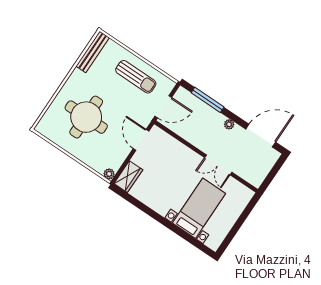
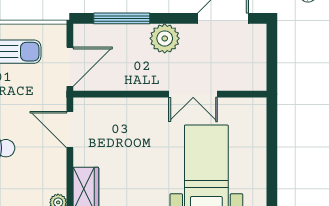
plant: (229, 124) -> (165, 38), width x1.88, depth x1.88

